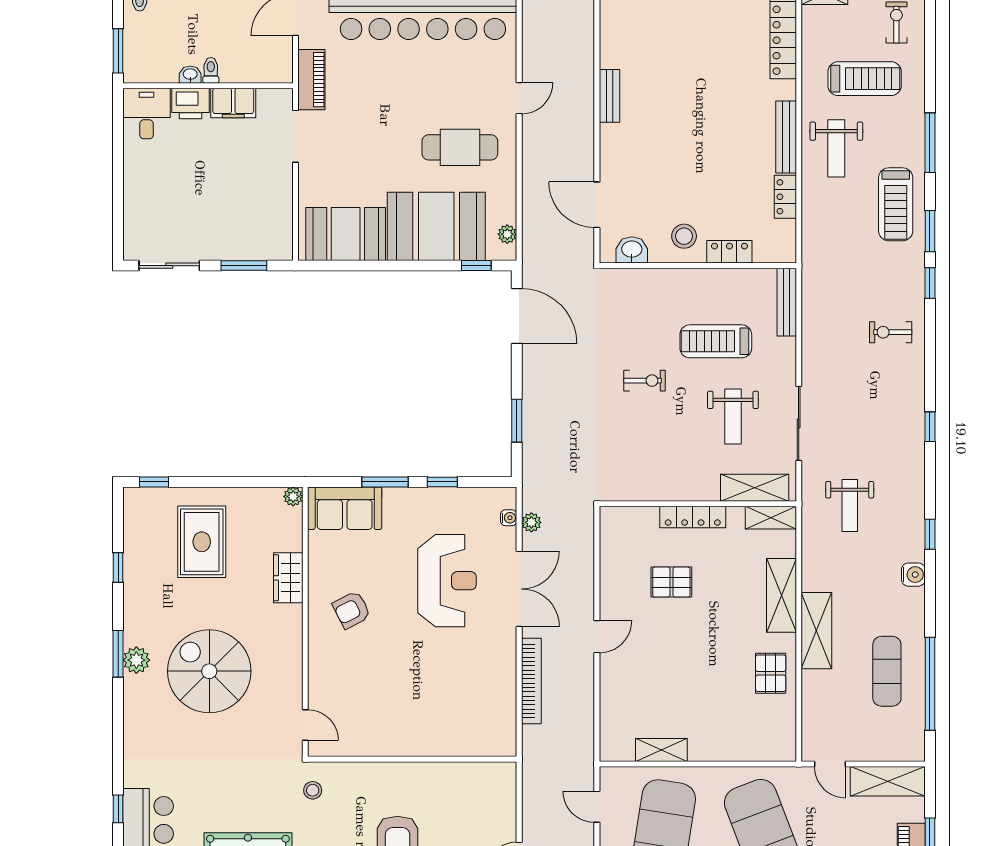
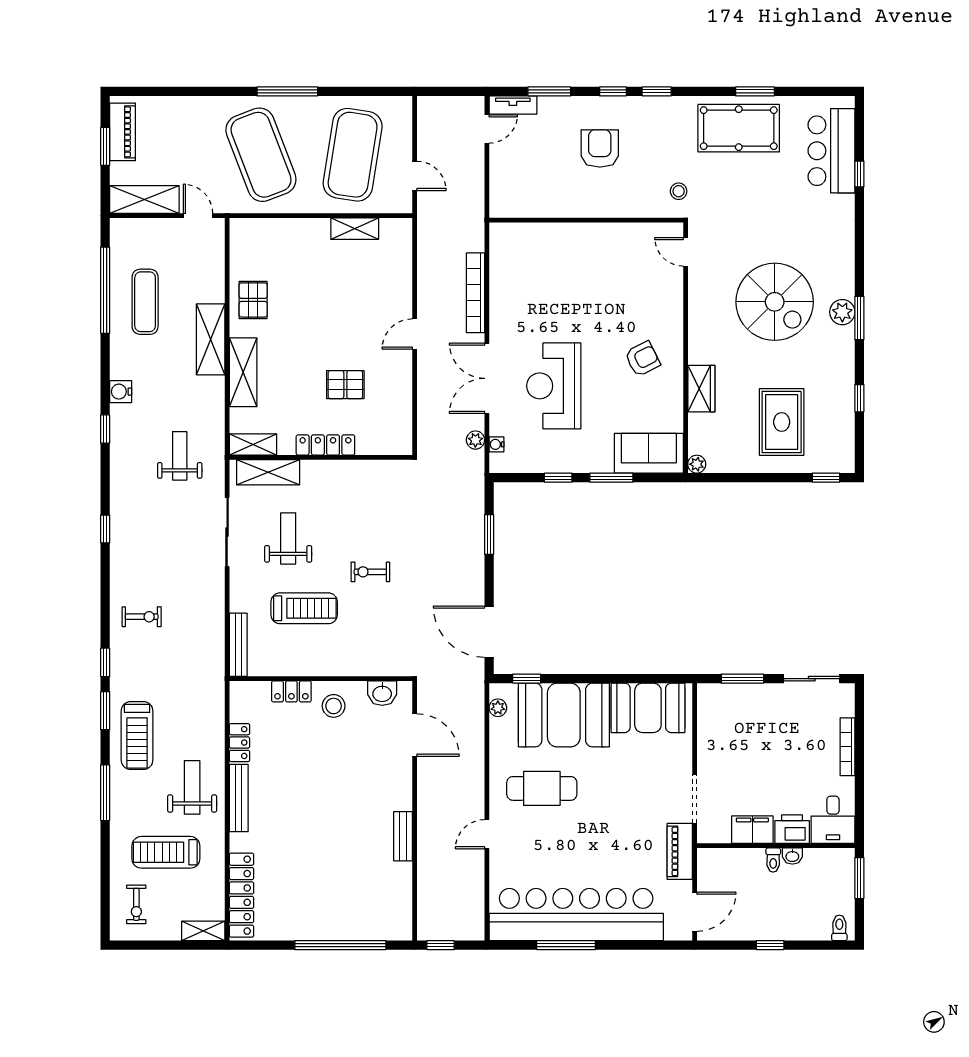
bookcase: (131, 192) -> (847, 747), added
treadmill: (896, 204) -> (137, 736), turned 180

